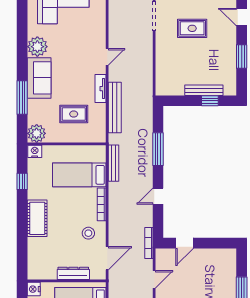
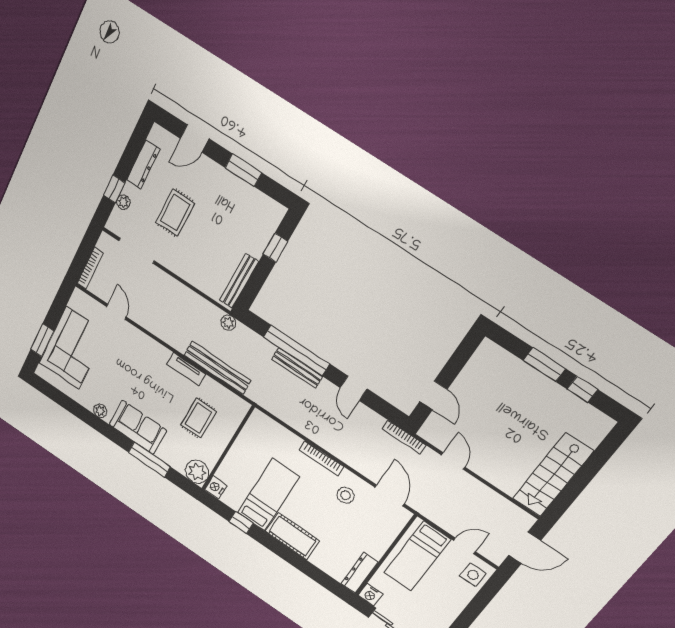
plant: (37, 47) -> (100, 411), width x0.53, depth x0.53
door: (107, 57) -> (116, 312), moved
bench: (204, 90) -> (239, 281), moved
plant: (147, 98) -> (228, 323), added
window: (158, 149) -> (297, 350), width x1.46
bench: (114, 163) -> (297, 368), moved
bed: (79, 175) -> (268, 495), moved, turned 180
dresser: (73, 273) -> (359, 573), moved

